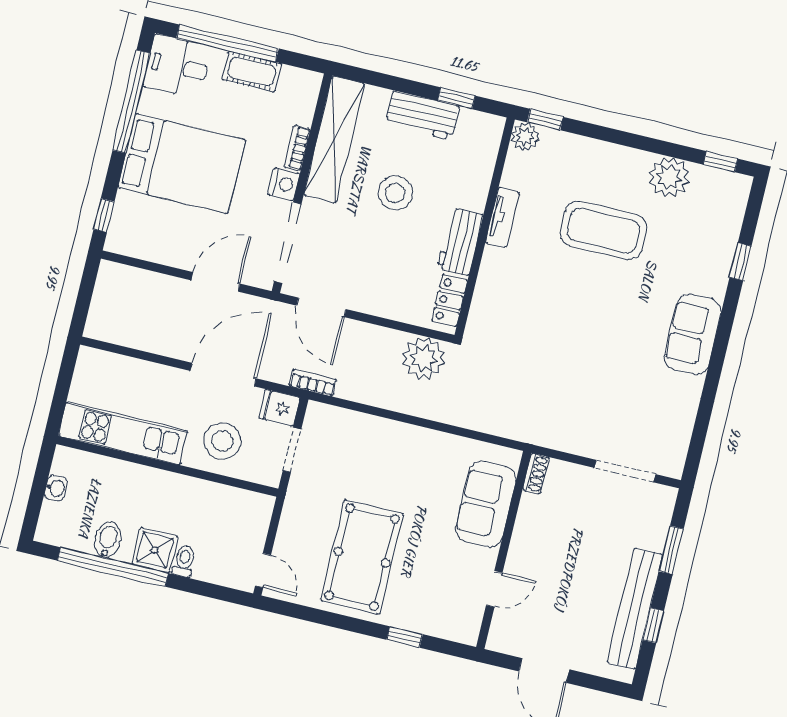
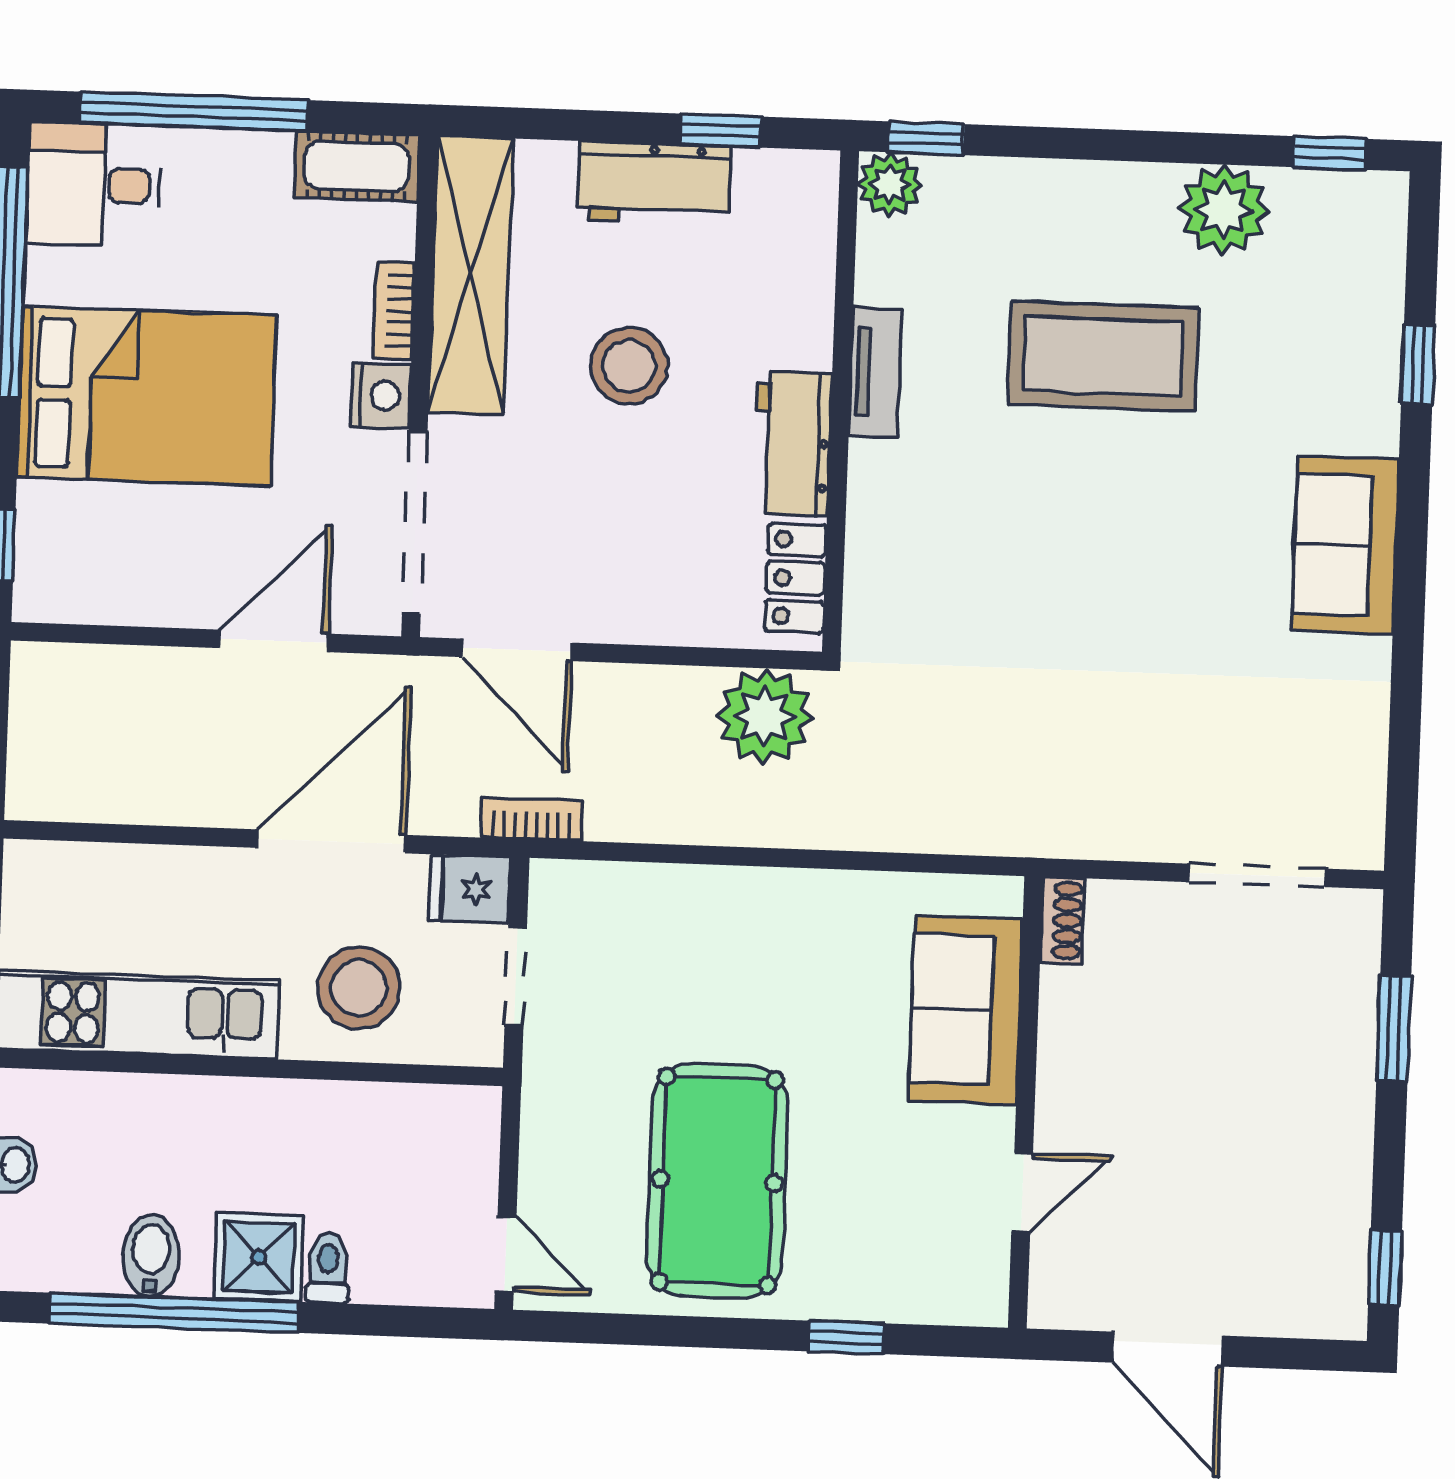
cot: (252, 72) -> (357, 166), moved
bench: (635, 609) -> (1340, 1173), removed
window: (653, 625) -> (1385, 1268), moved

